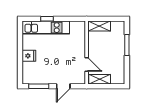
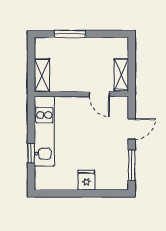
kitchen unit: (46, 28) -> (44, 131), moved
door: (87, 65) -> (99, 94), swing flipped
door: (63, 86) -> (132, 129), hinge flipped

